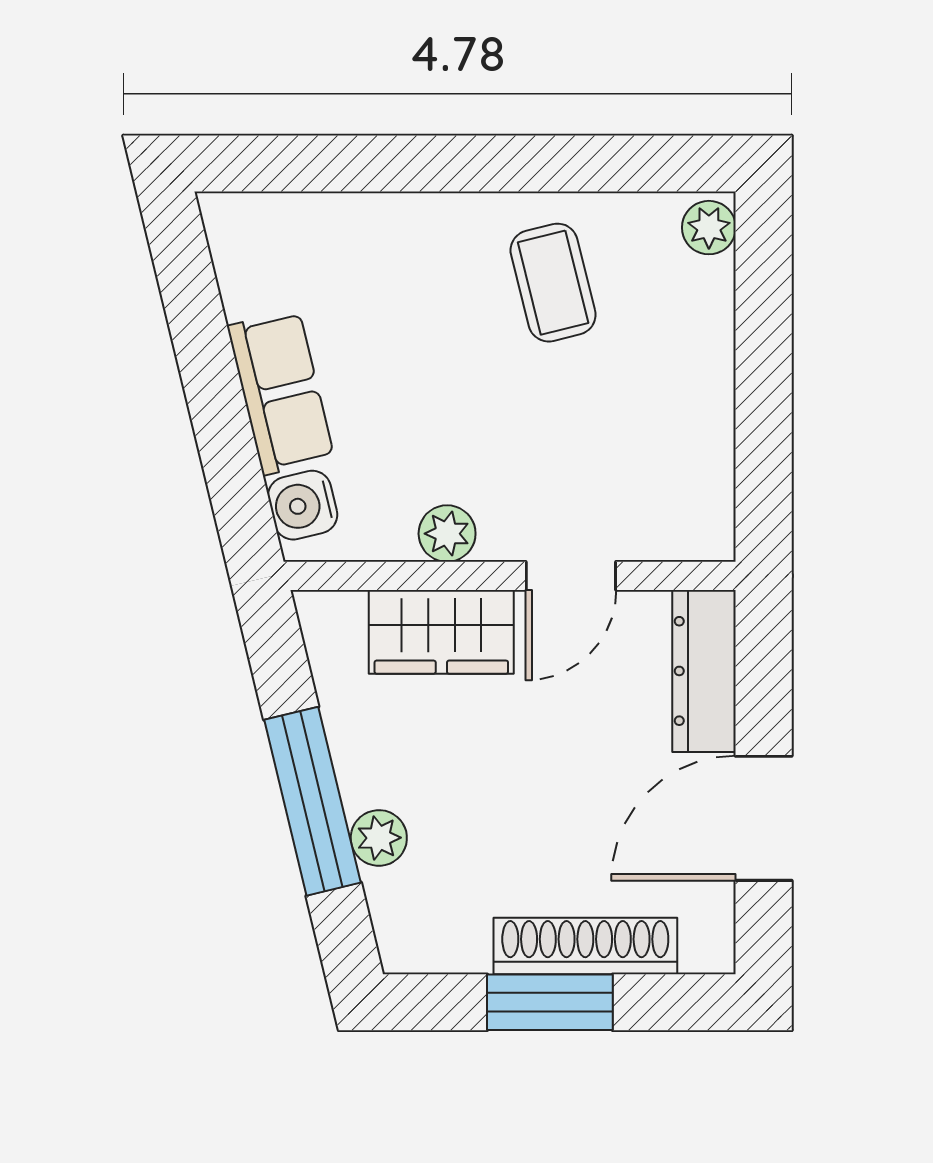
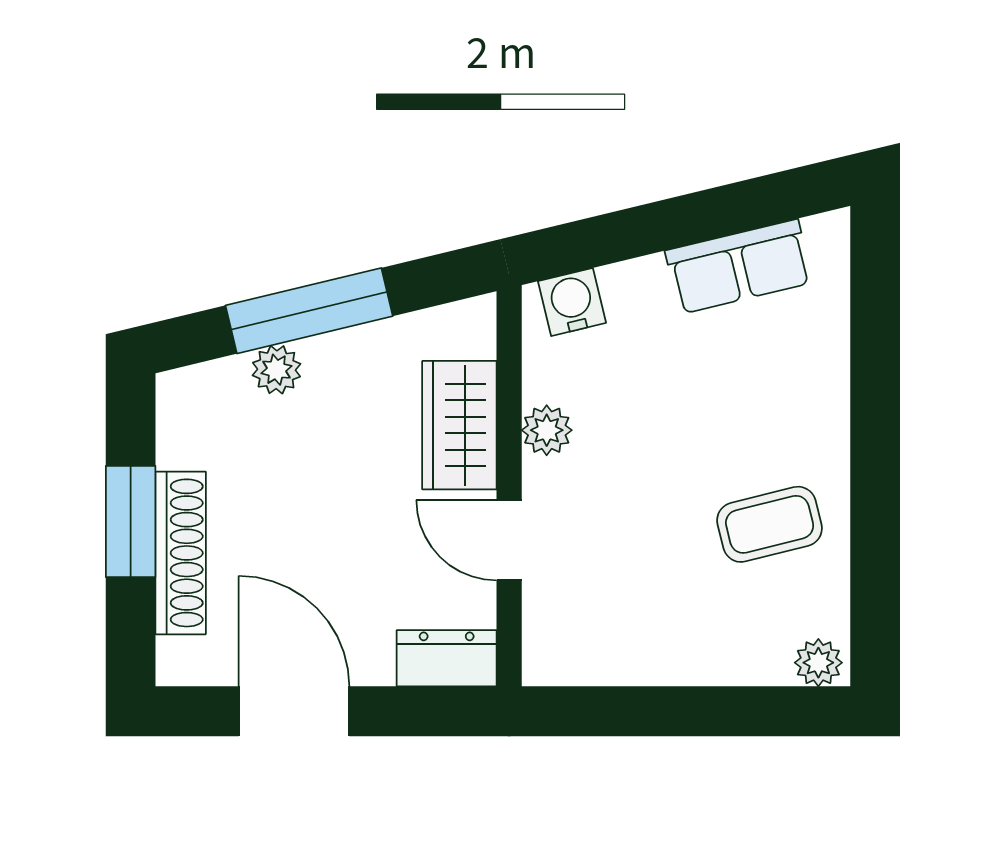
row of seats: (281, 392) -> (739, 267), moved
dresser: (704, 671) -> (447, 658), width x0.70

